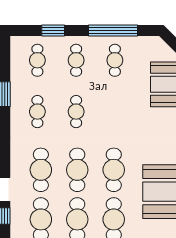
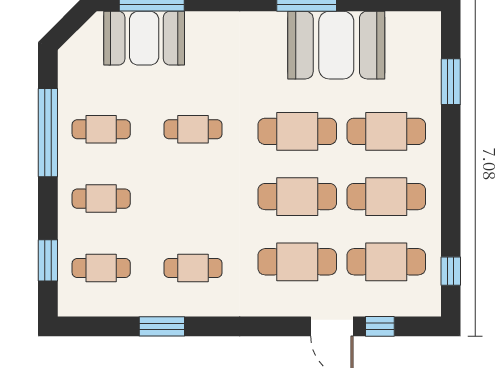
window: (53, 30) -> (48, 260), moved
cafe table: (76, 112) -> (193, 129), moved

